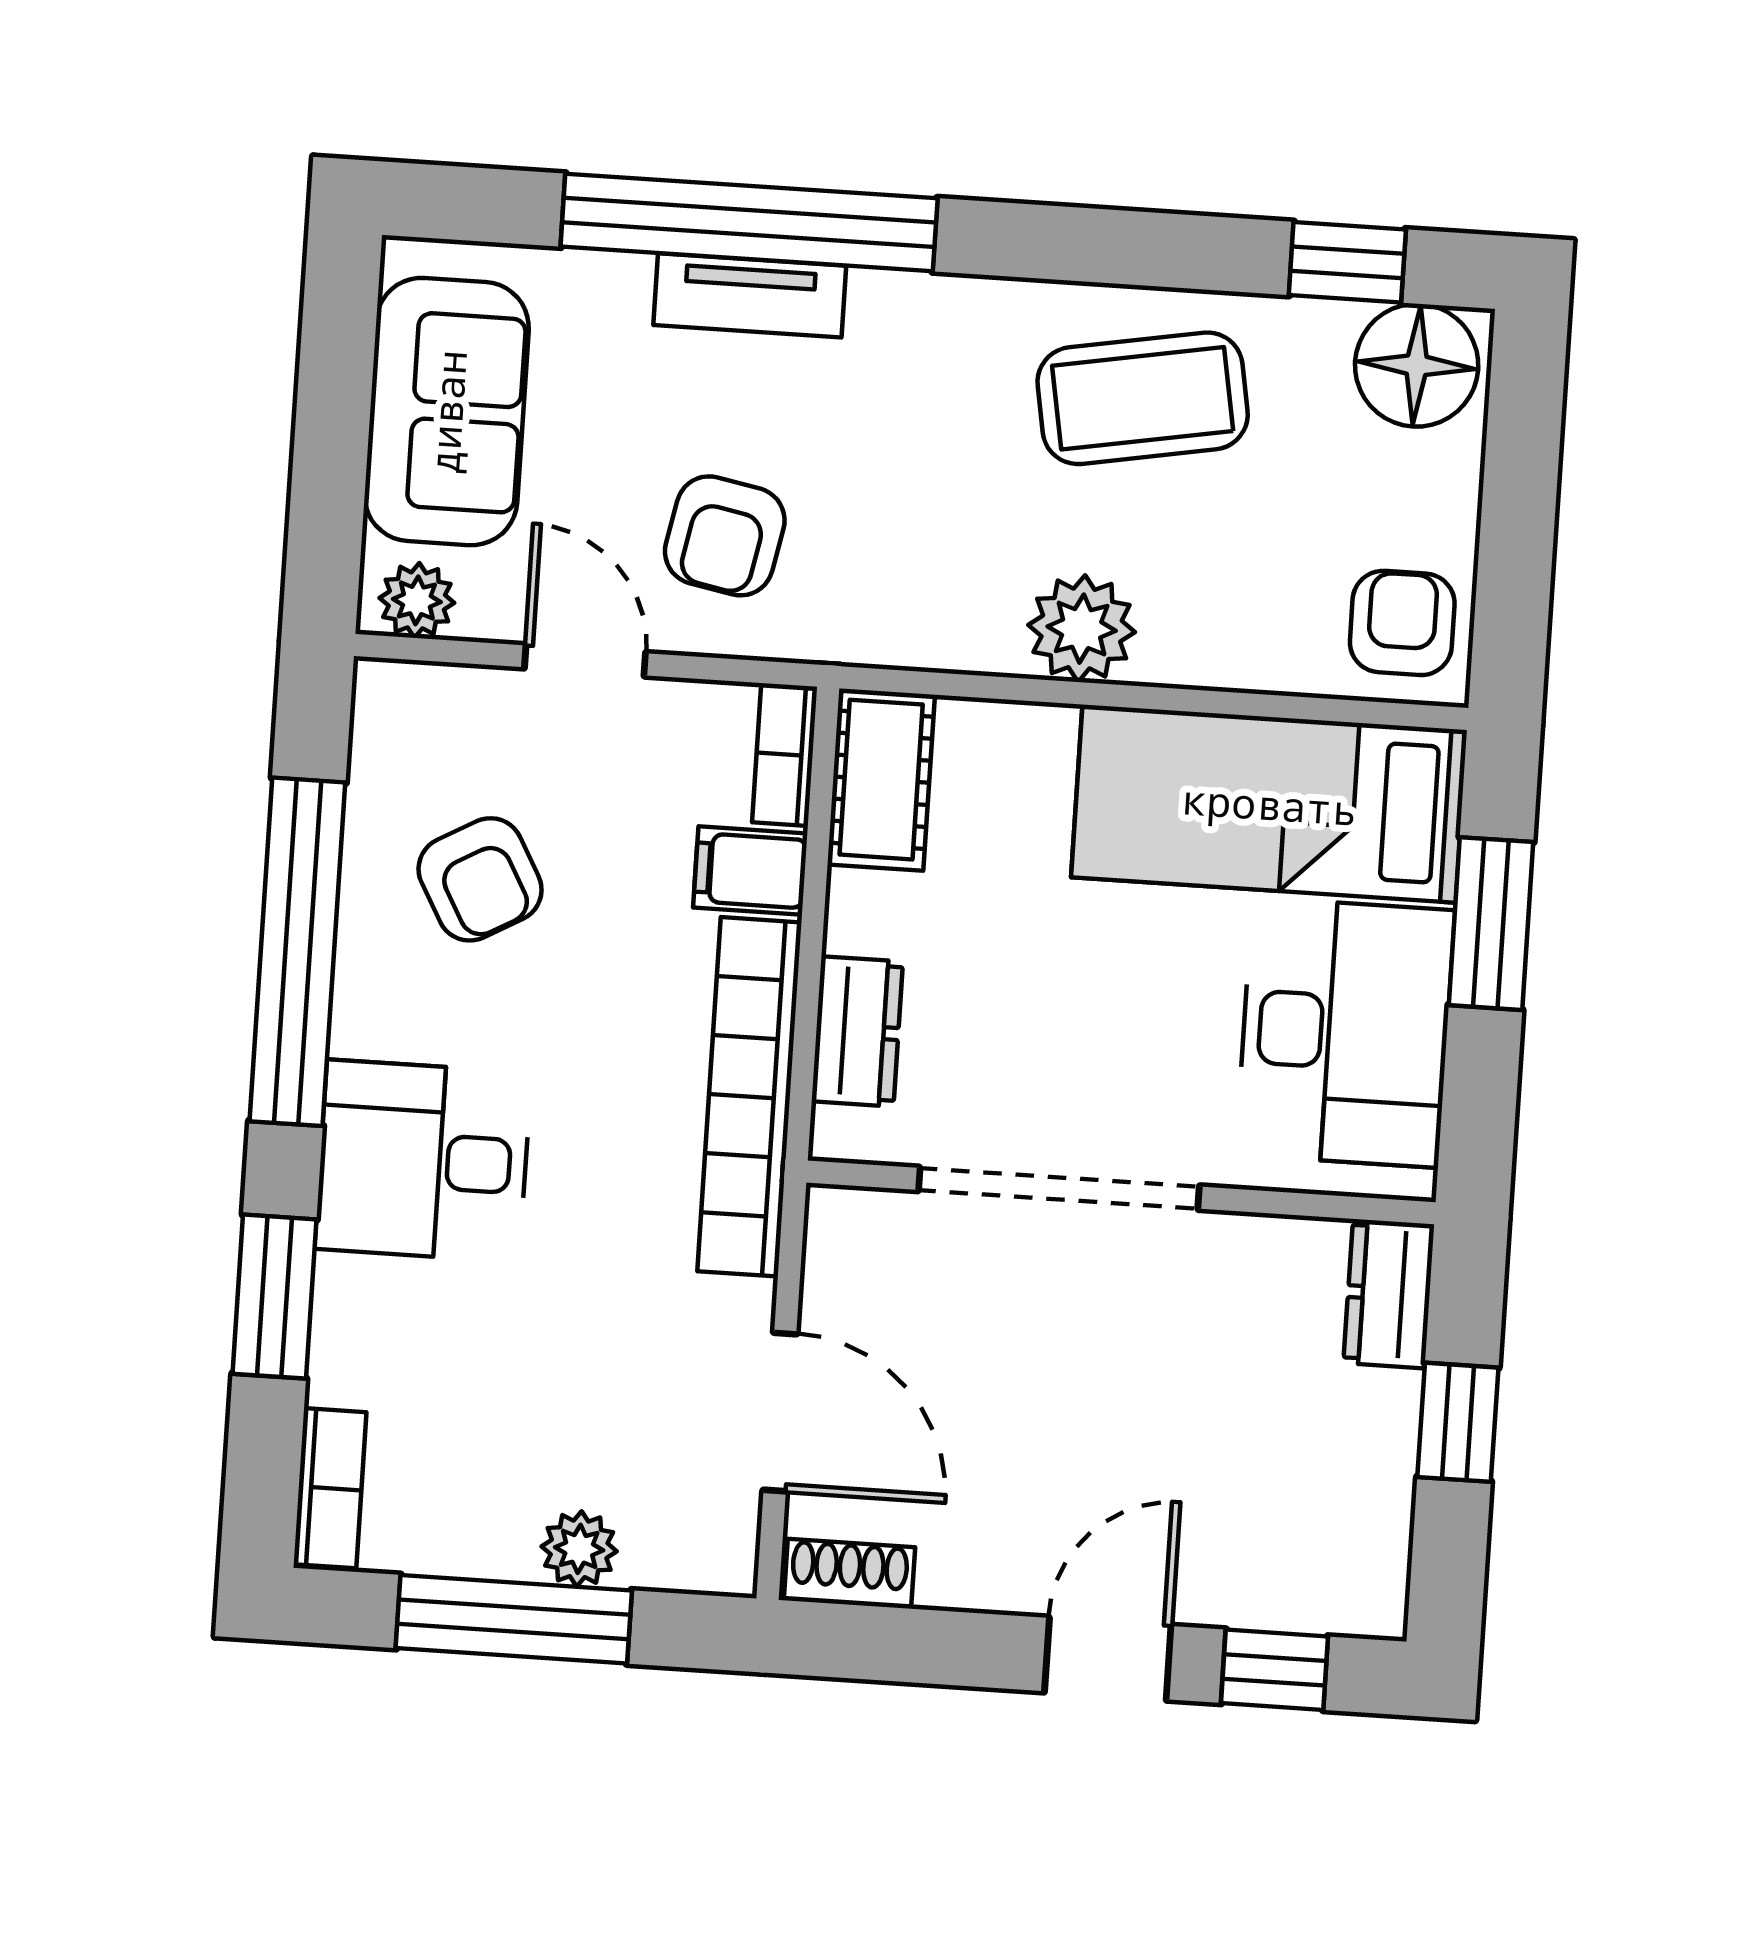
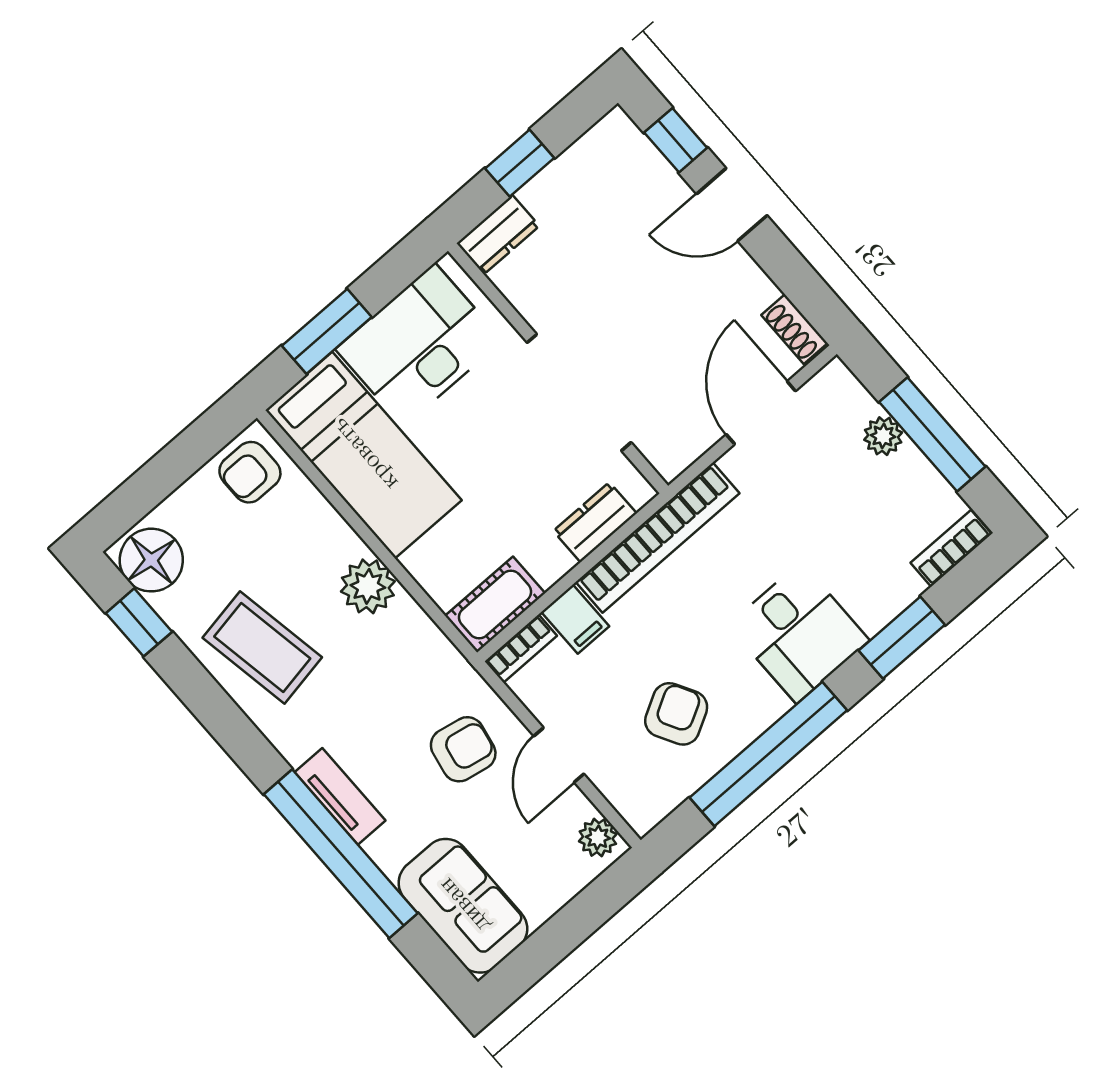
tv unit: (750, 295) -> (340, 796), moved
sofa: (447, 412) -> (463, 906), moved, turned 90

